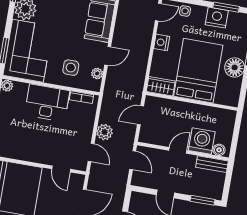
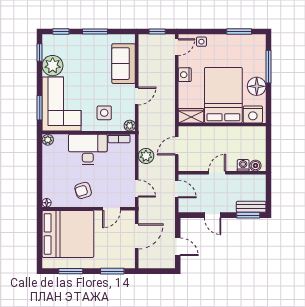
nightstand: (217, 18) -> (253, 114), moved, turned 180
plant: (97, 73) -> (130, 126), moved
plant: (105, 132) -> (146, 156), moved
washing machine: (202, 141) -> (243, 165), width x0.53, depth x0.53
armchair: (35, 145) -> (83, 190), added
bench: (212, 164) -> (251, 207), moved
door: (61, 169) -> (112, 209), hinge flipped

